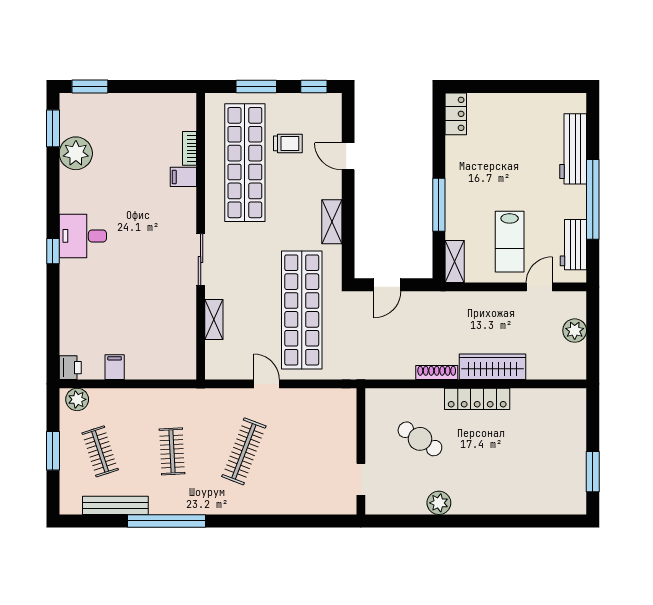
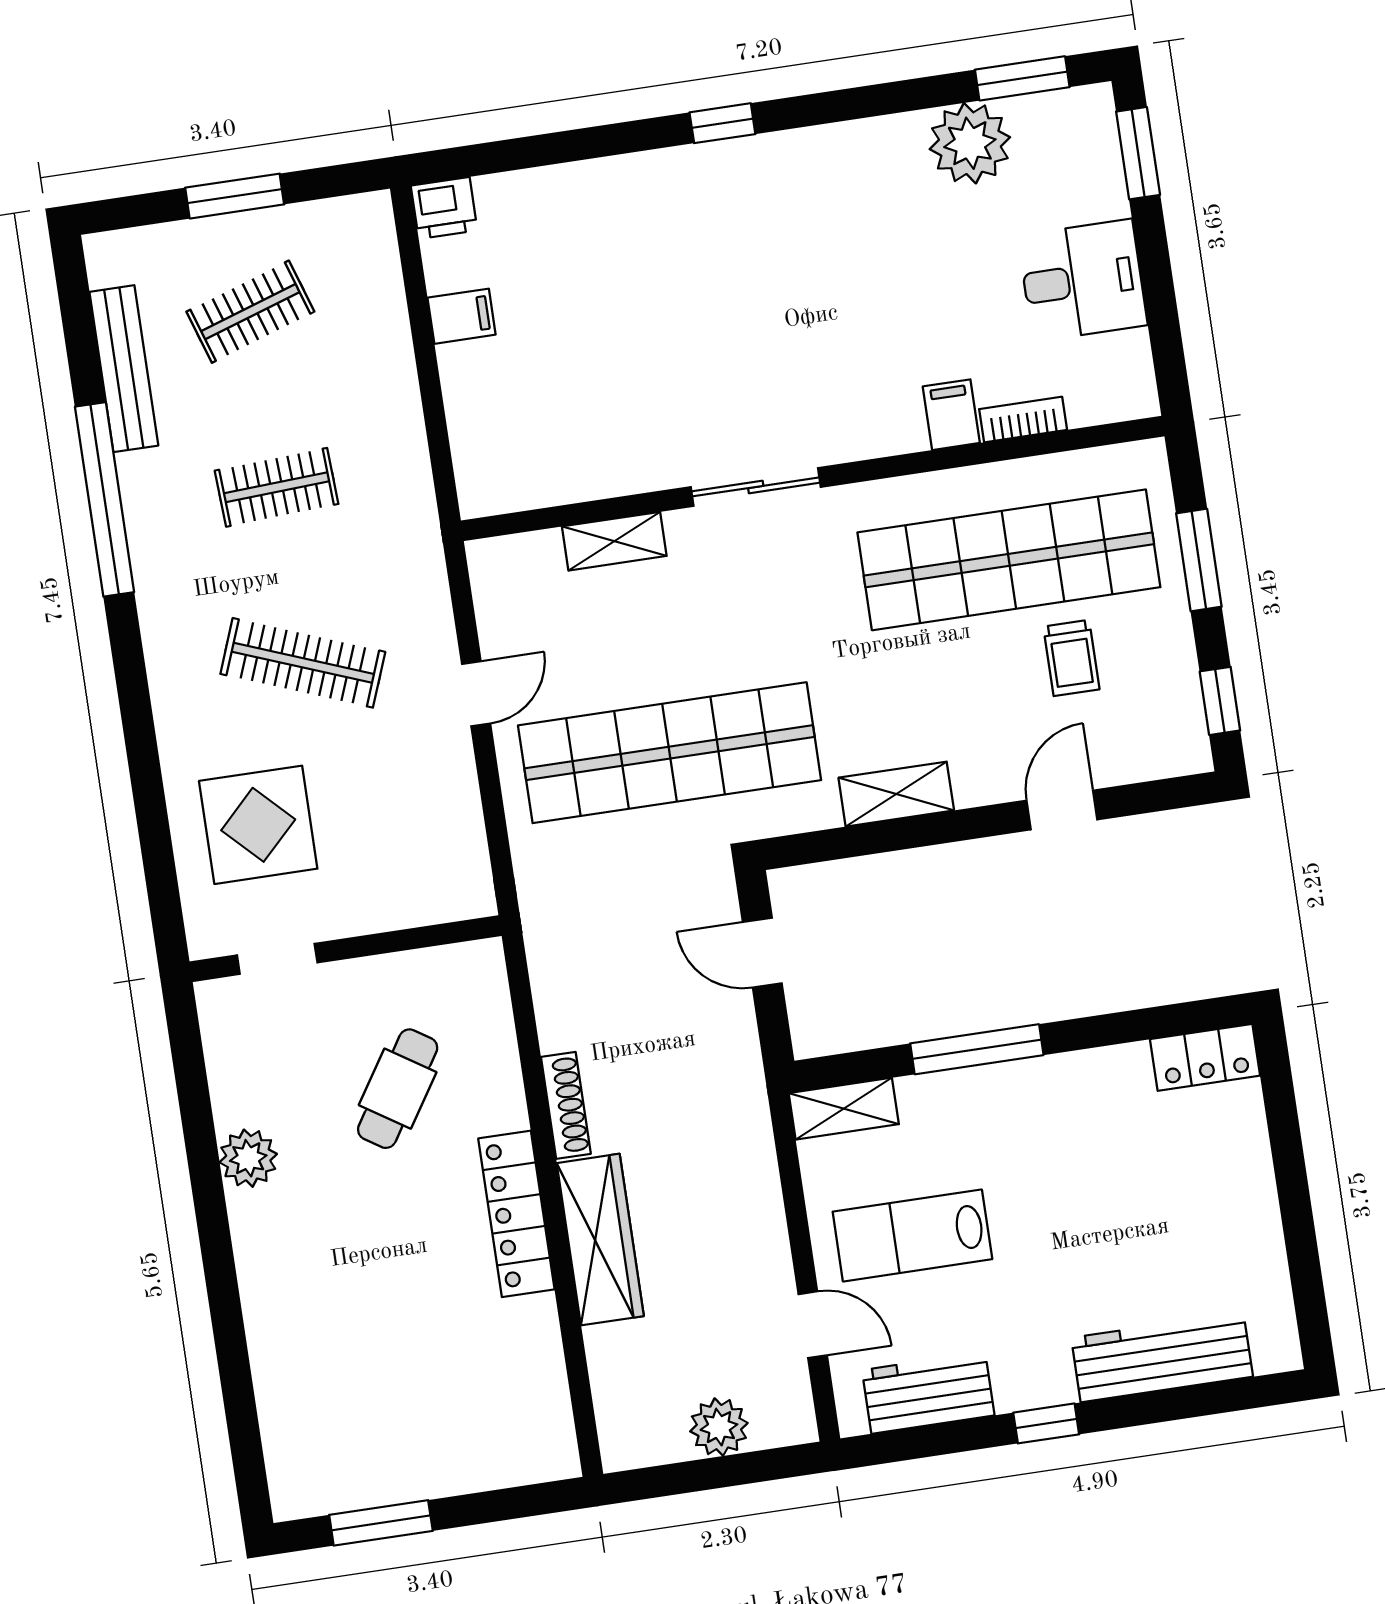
window: (593, 199) -> (1046, 1423), width x0.32
desk: (83, 236) -> (1082, 280), moved, turned 90
plant: (77, 399) -> (369, 236), removed
display table: (306, 479) -> (258, 825), added

